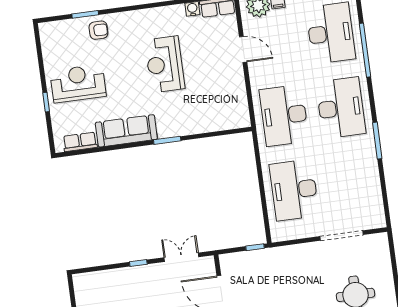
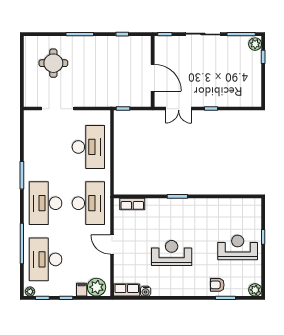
plant: (47, 30) -> (255, 290), added
door: (243, 49) -> (112, 245), moved
reception desk: (165, 64) -> (172, 253), turned -90
reception desk: (78, 84) -> (238, 247), turned 180
sofa: (126, 131) -> (207, 208), removed
row of seats: (80, 142) -> (132, 204), moved

